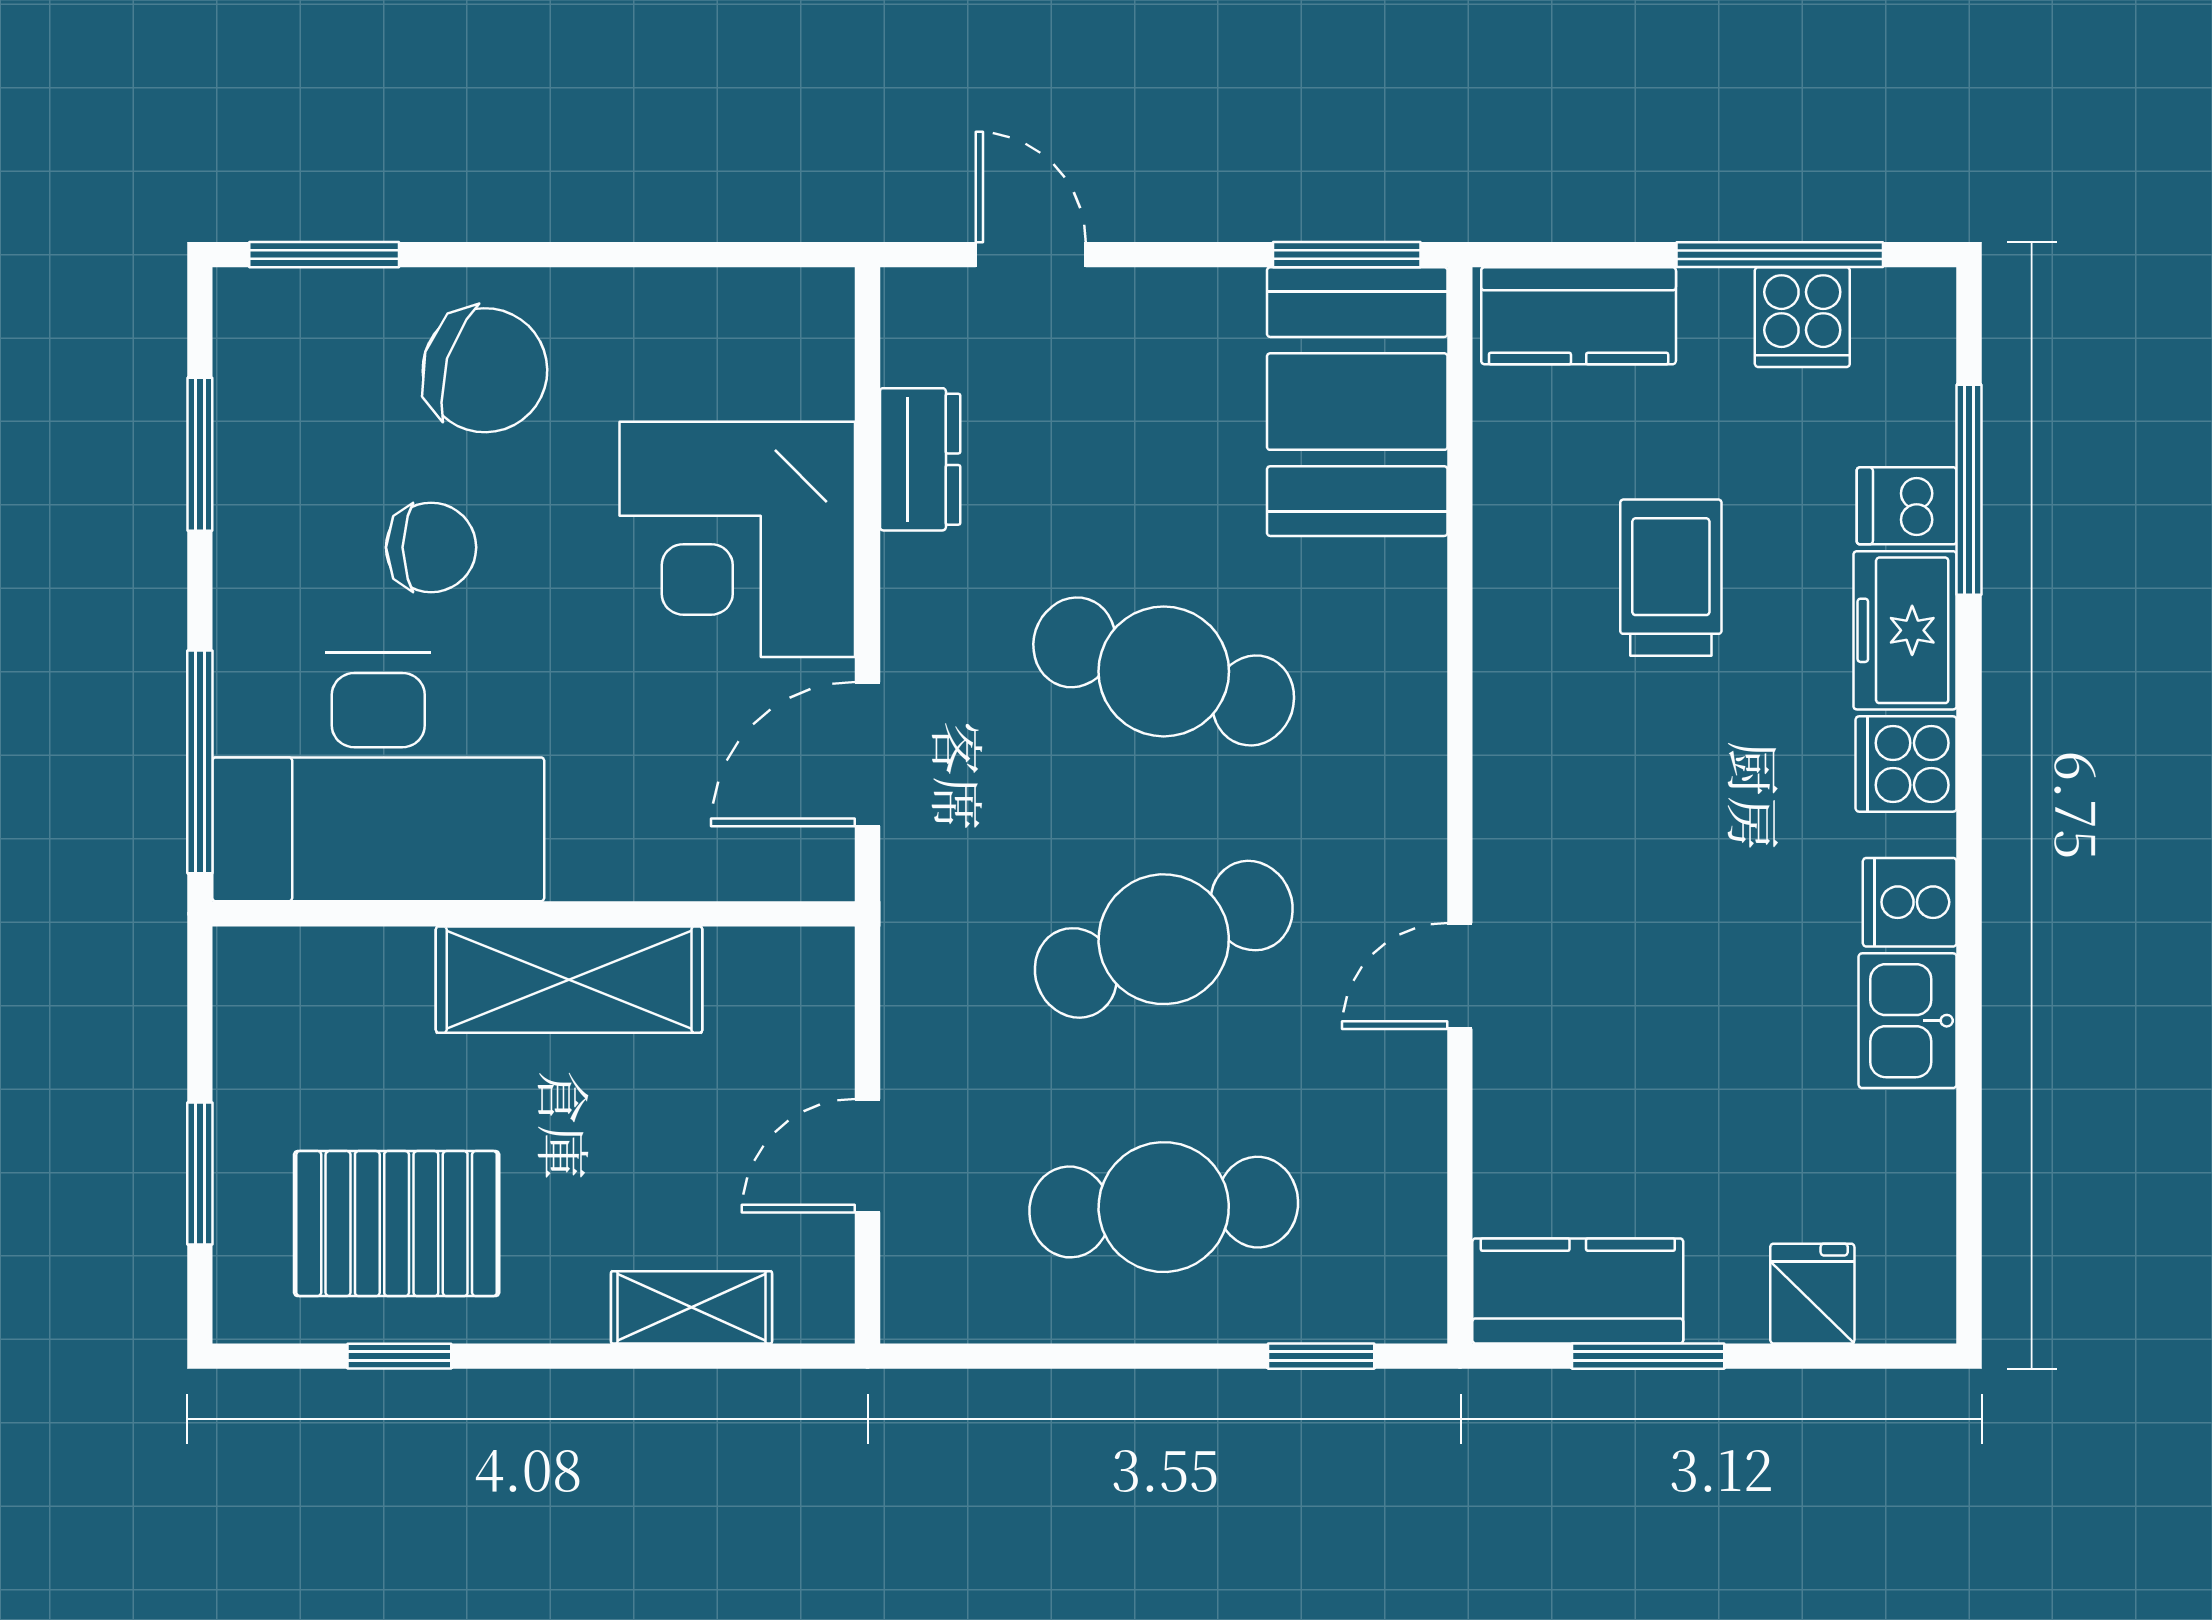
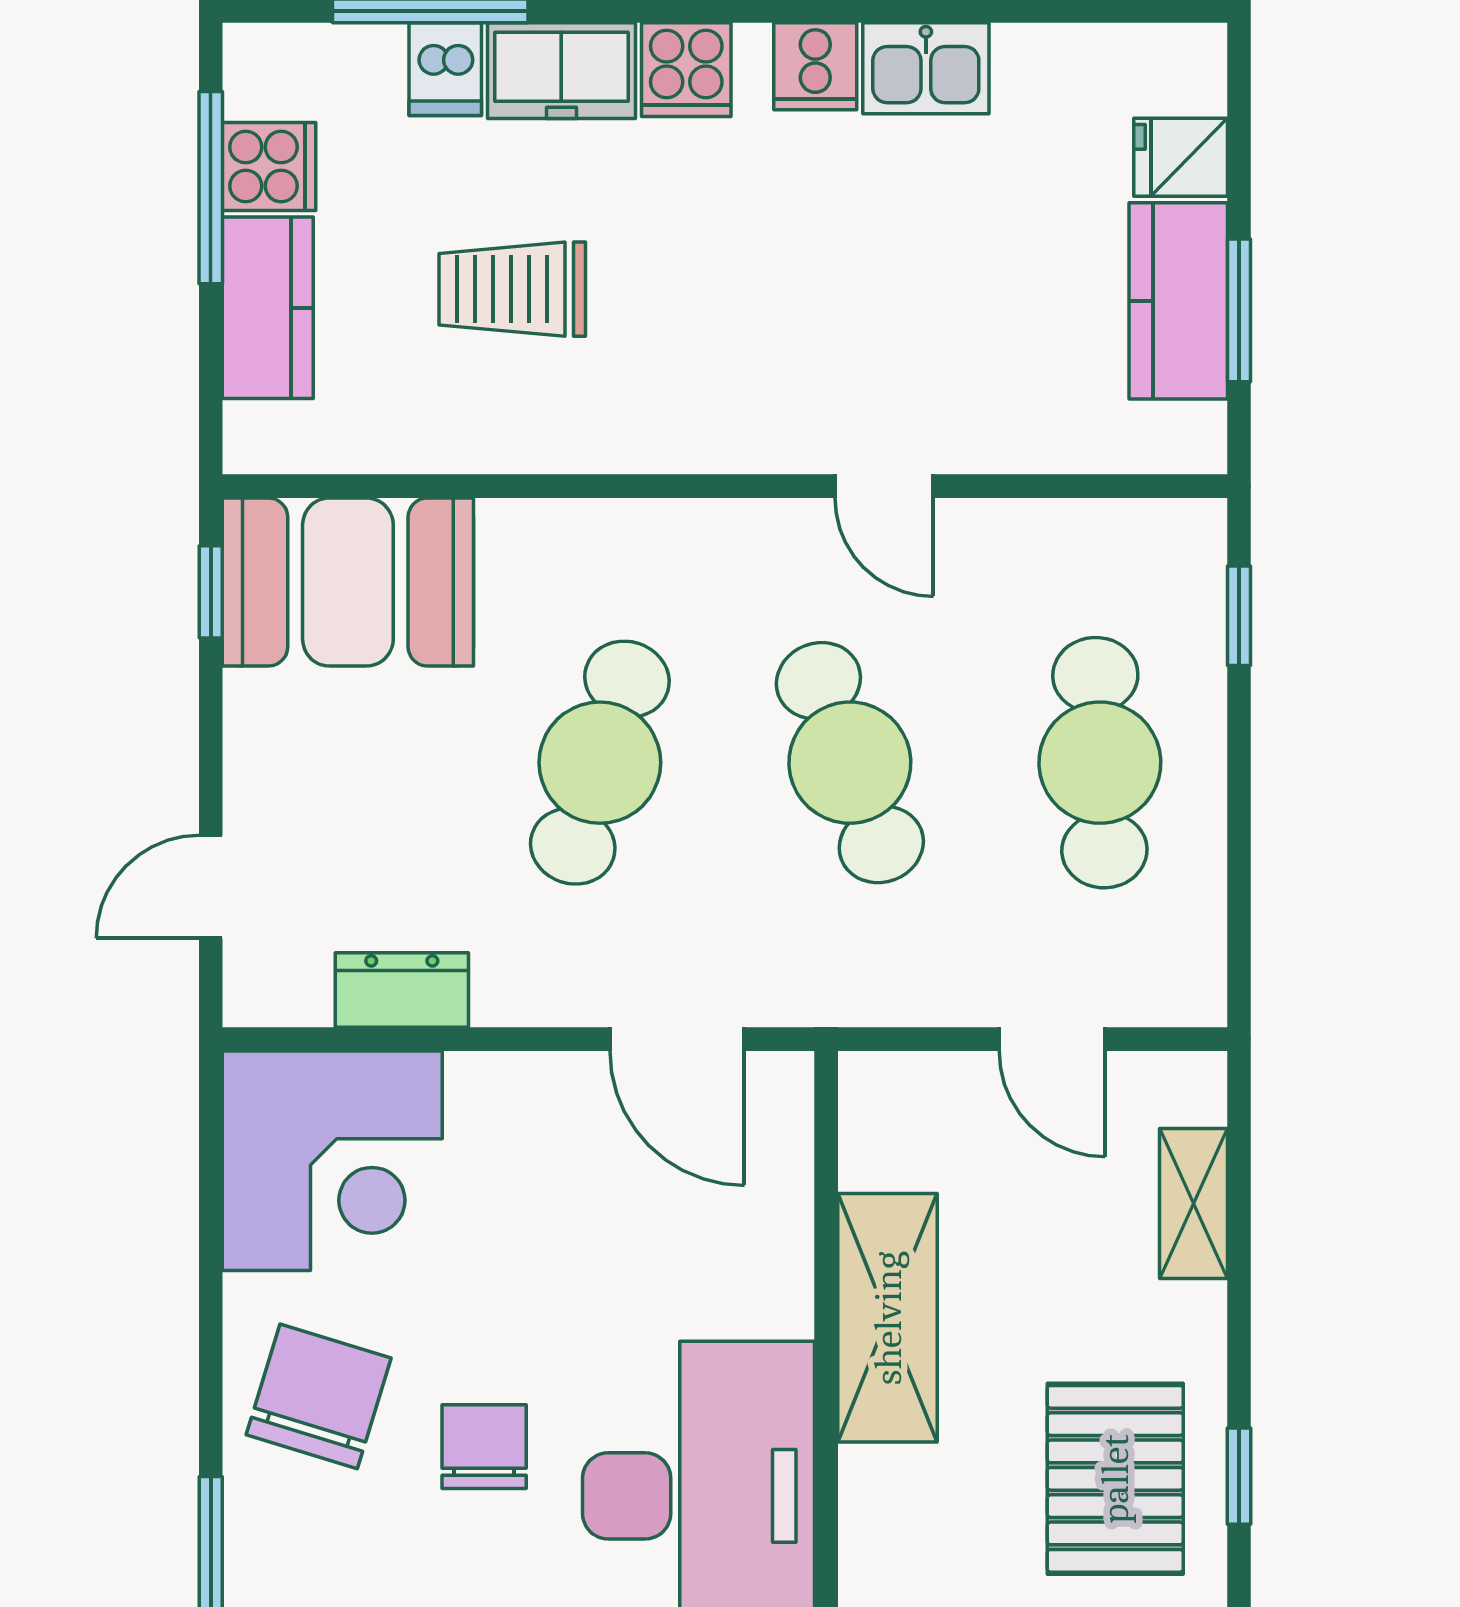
window: (1347, 255) -> (211, 592), width x0.67
kitchen counter: (1579, 316) -> (268, 308), moved
corner desk: (737, 539) -> (332, 1161), moved
kitchen counter: (1578, 1291) -> (1178, 301), moved

